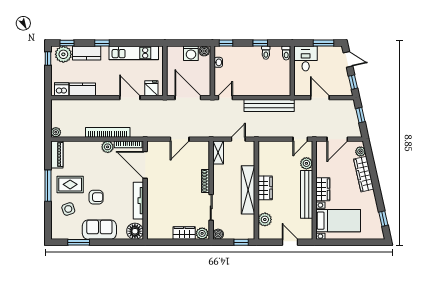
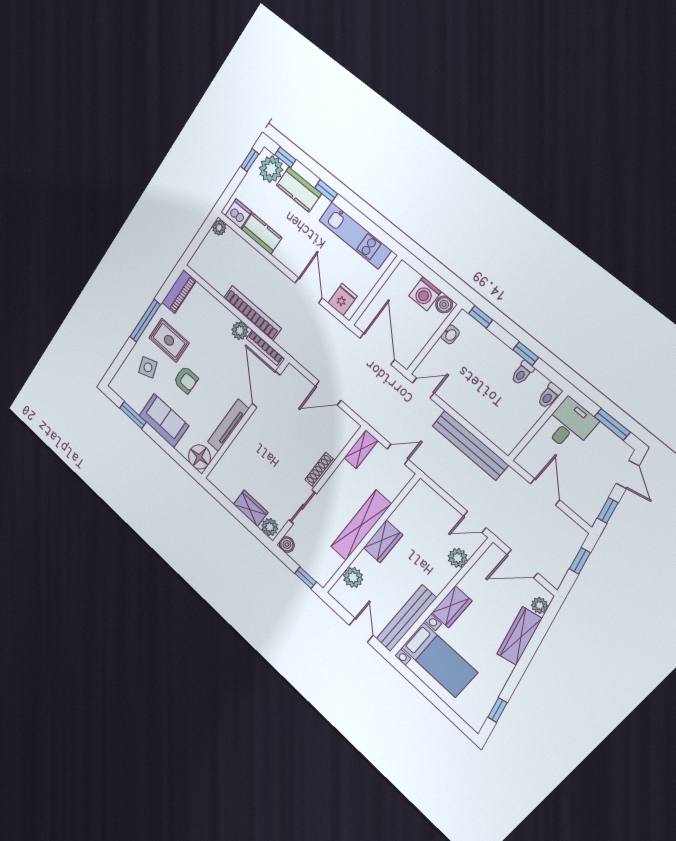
plant: (56, 132) -> (219, 228), moved
bench: (307, 194) -> (406, 618), moved

